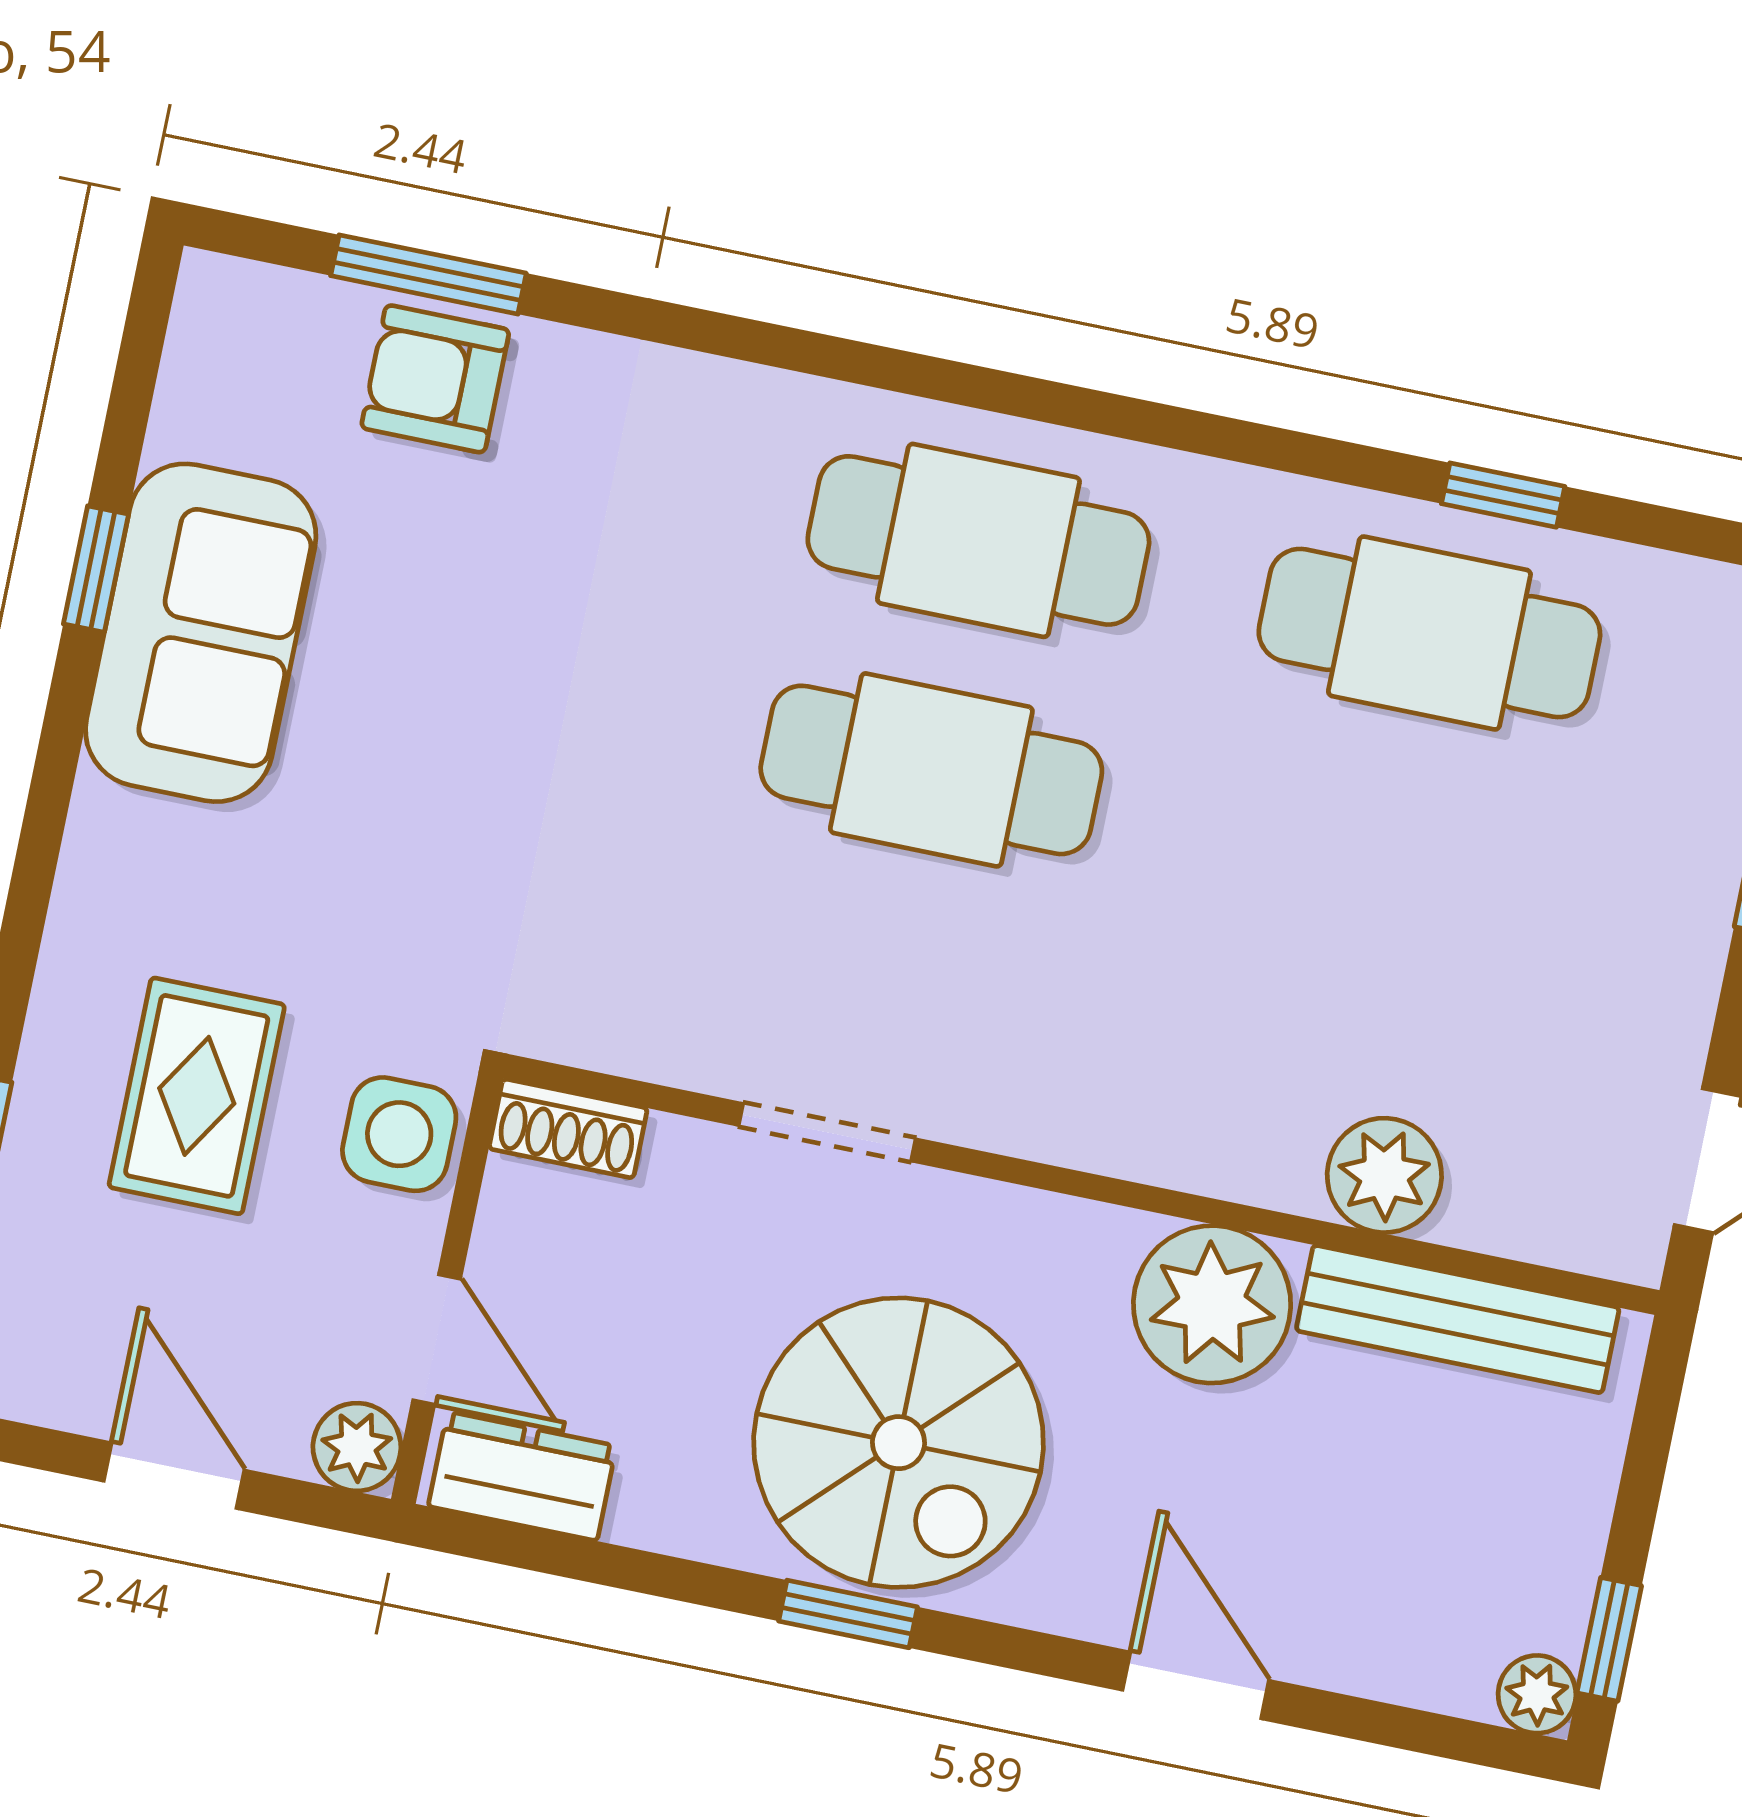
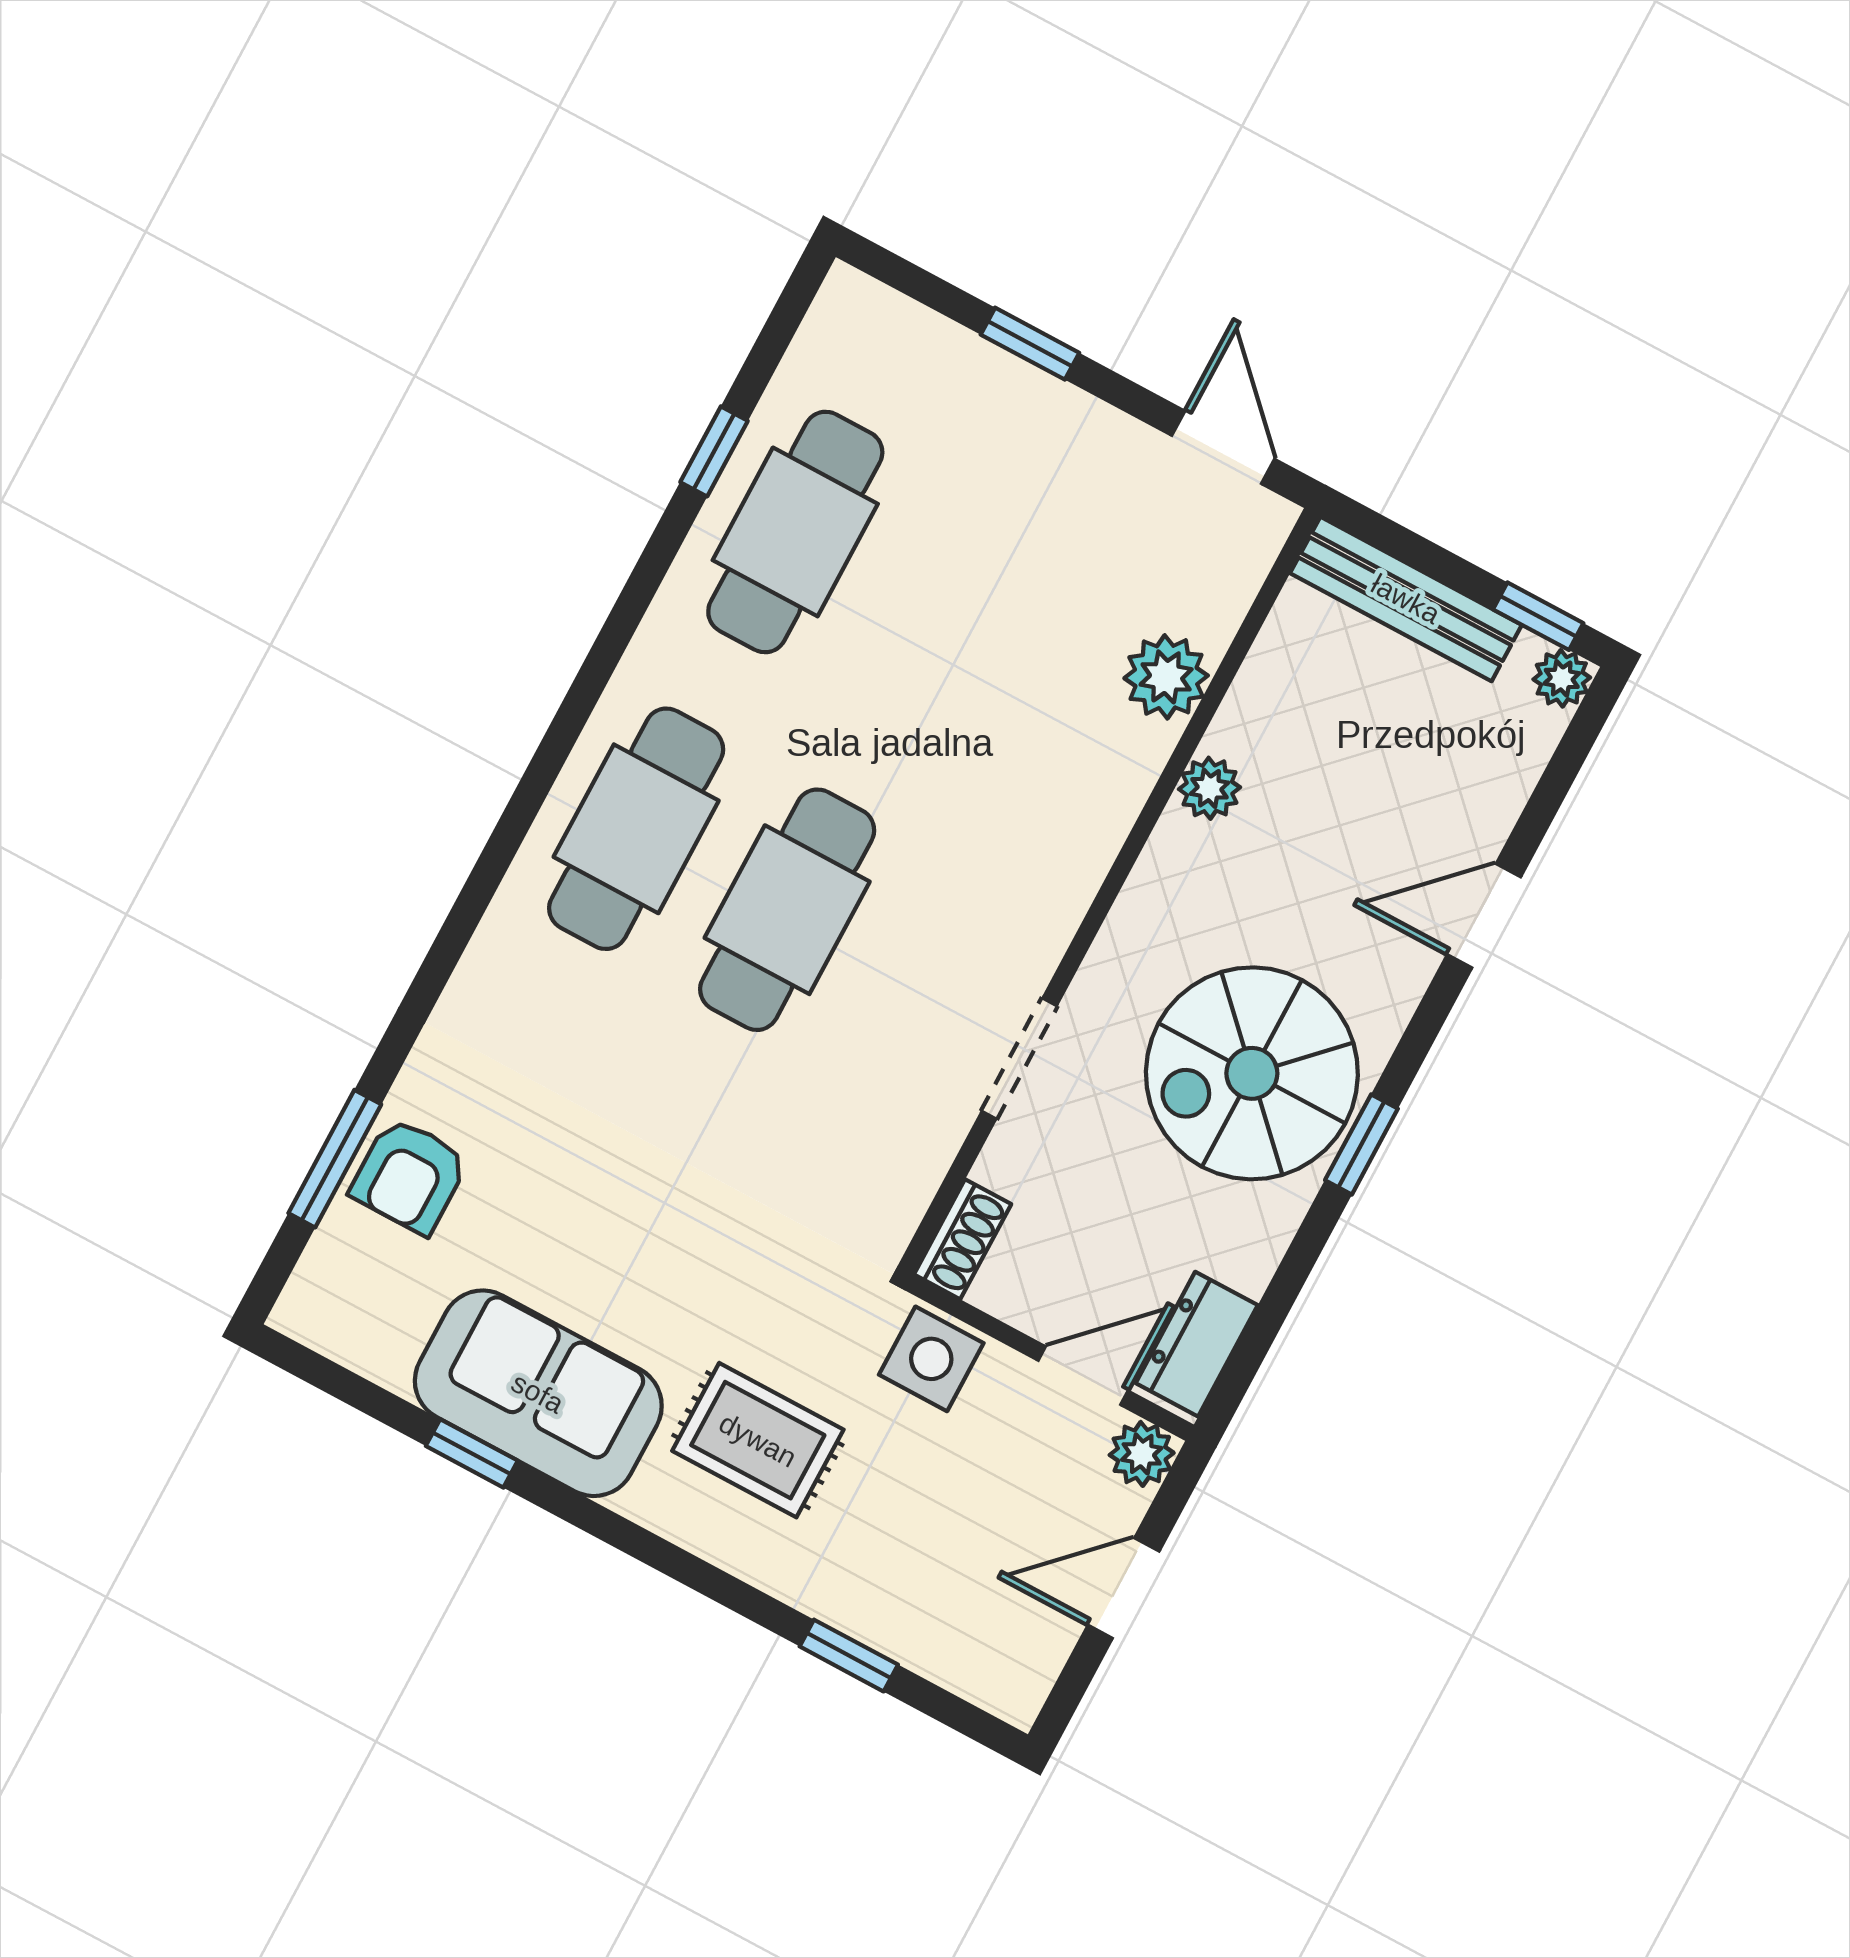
rug: (197, 1096) -> (758, 1440), moved
plant: (1212, 1304) -> (1209, 788), width x0.53, depth x0.53
bench: (1458, 1319) -> (1406, 599), moved, turned 90
spiral stairs: (899, 1443) -> (1252, 1073), turned 180

